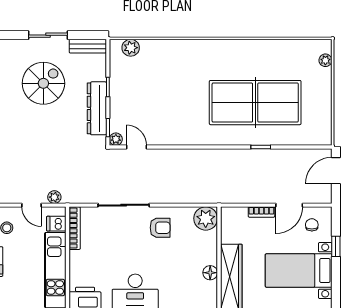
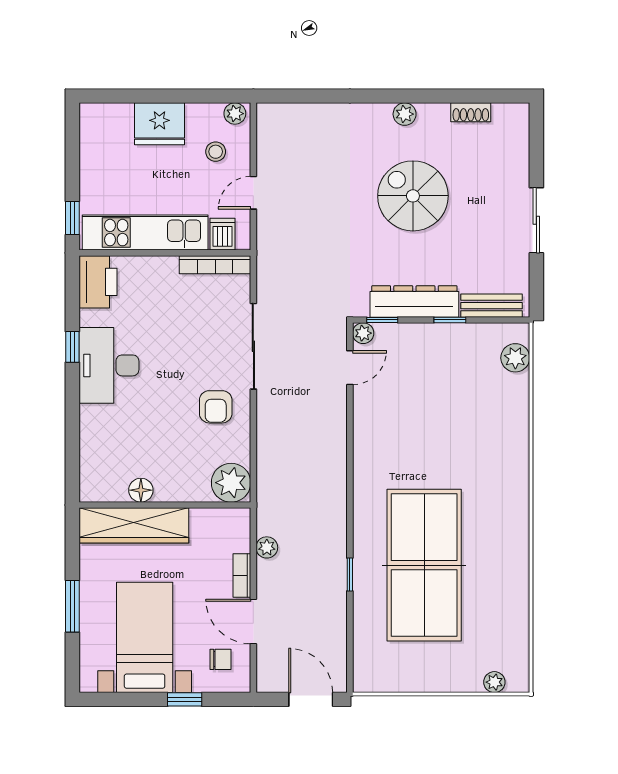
bench: (88, 46) -> (492, 306), moved, turned 90
spiral stairs: (43, 83) -> (413, 196), moved, turned 180
plant: (54, 197) -> (267, 547), moved

